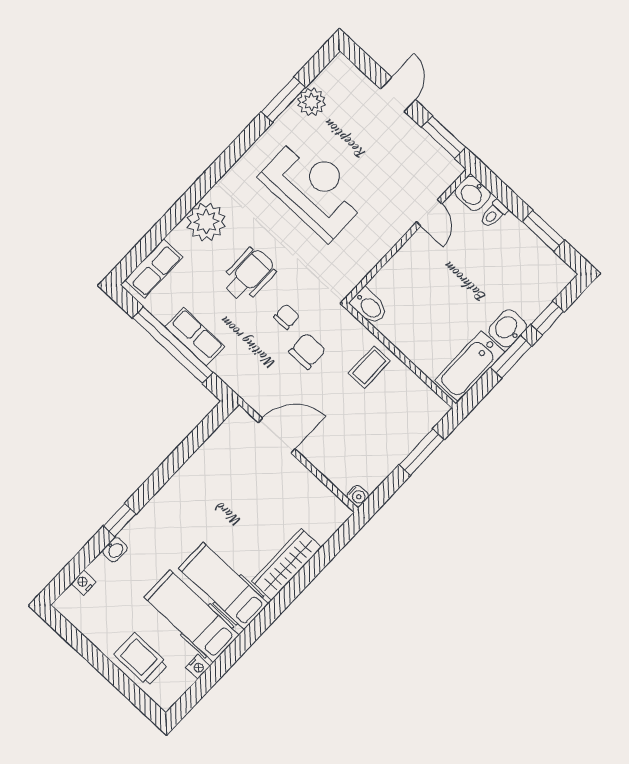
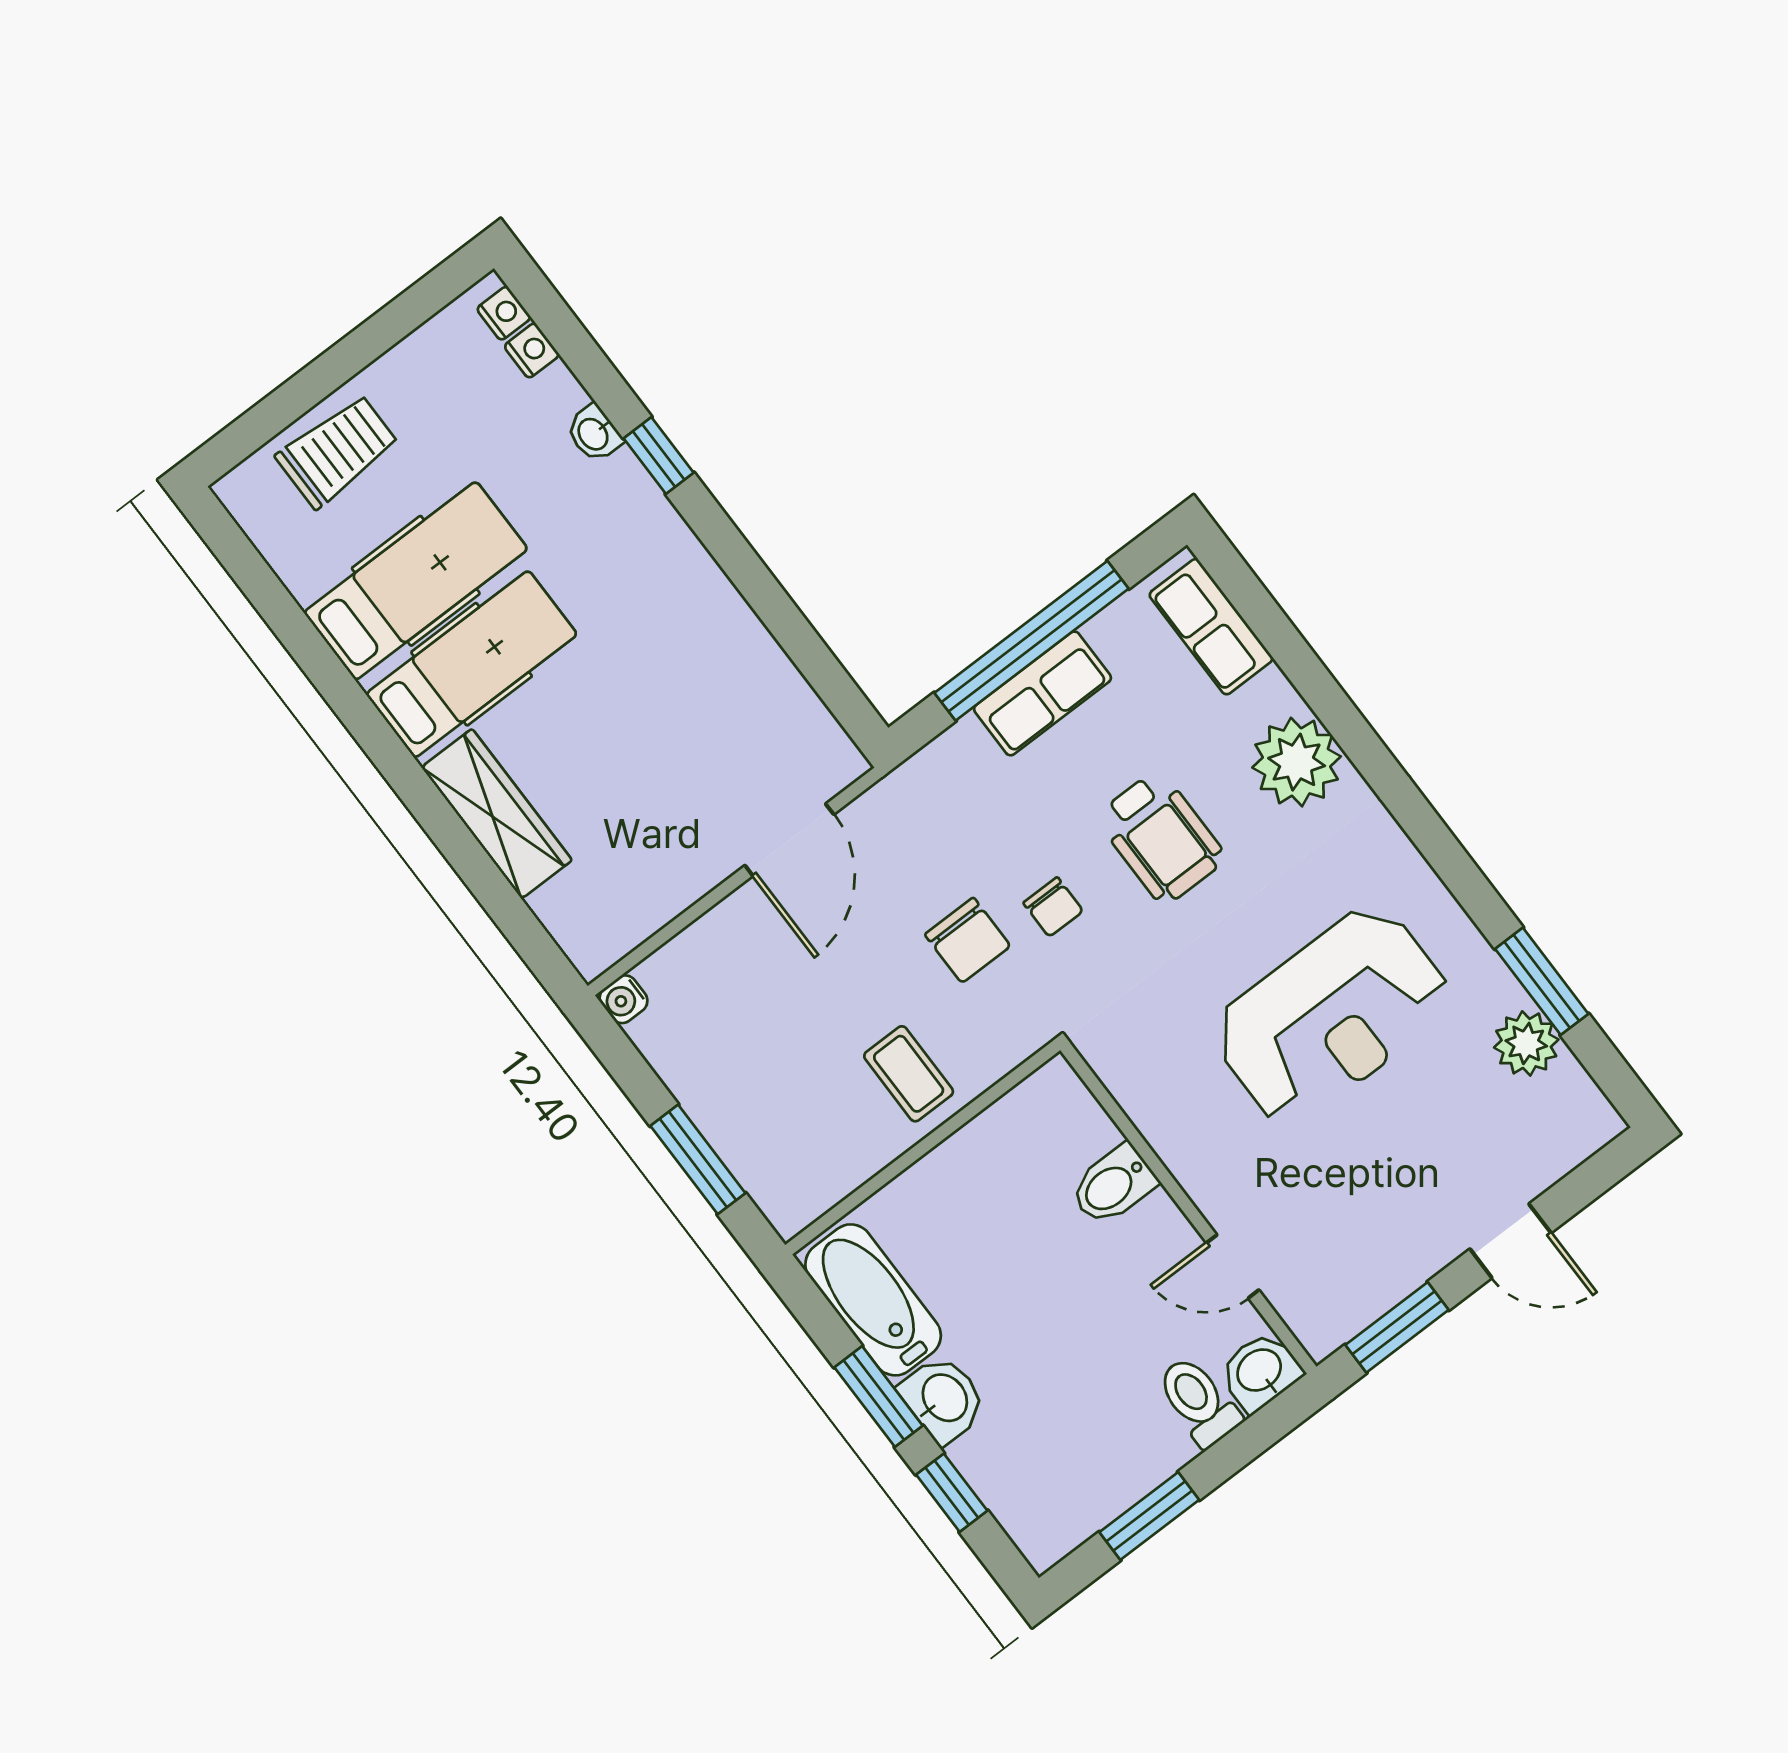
toilet: (494, 214) -> (1198, 1401), width x1.37, depth x1.39
bidet: (369, 306) -> (1113, 1185), moved
nightstand: (198, 667) -> (504, 313), moved, turned 180

